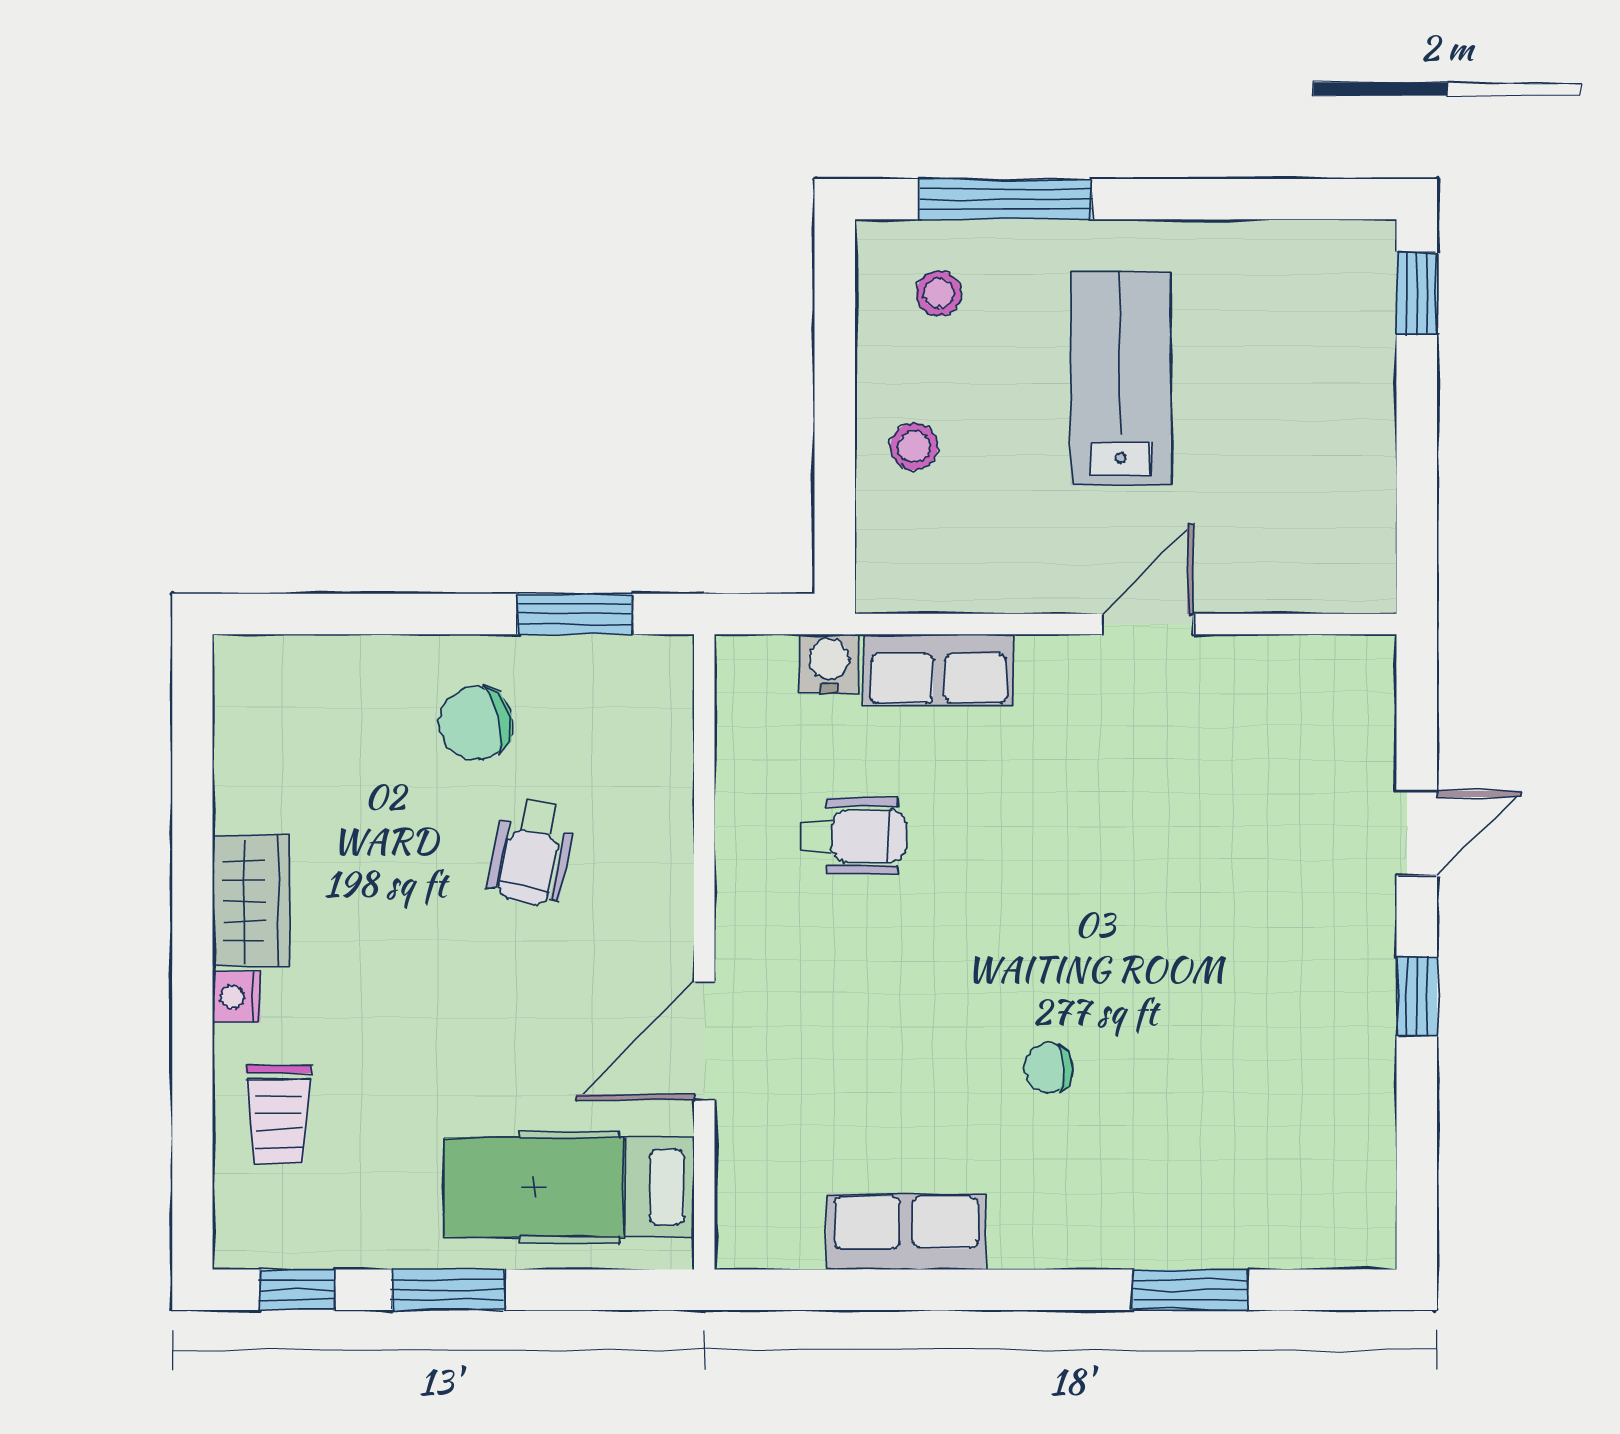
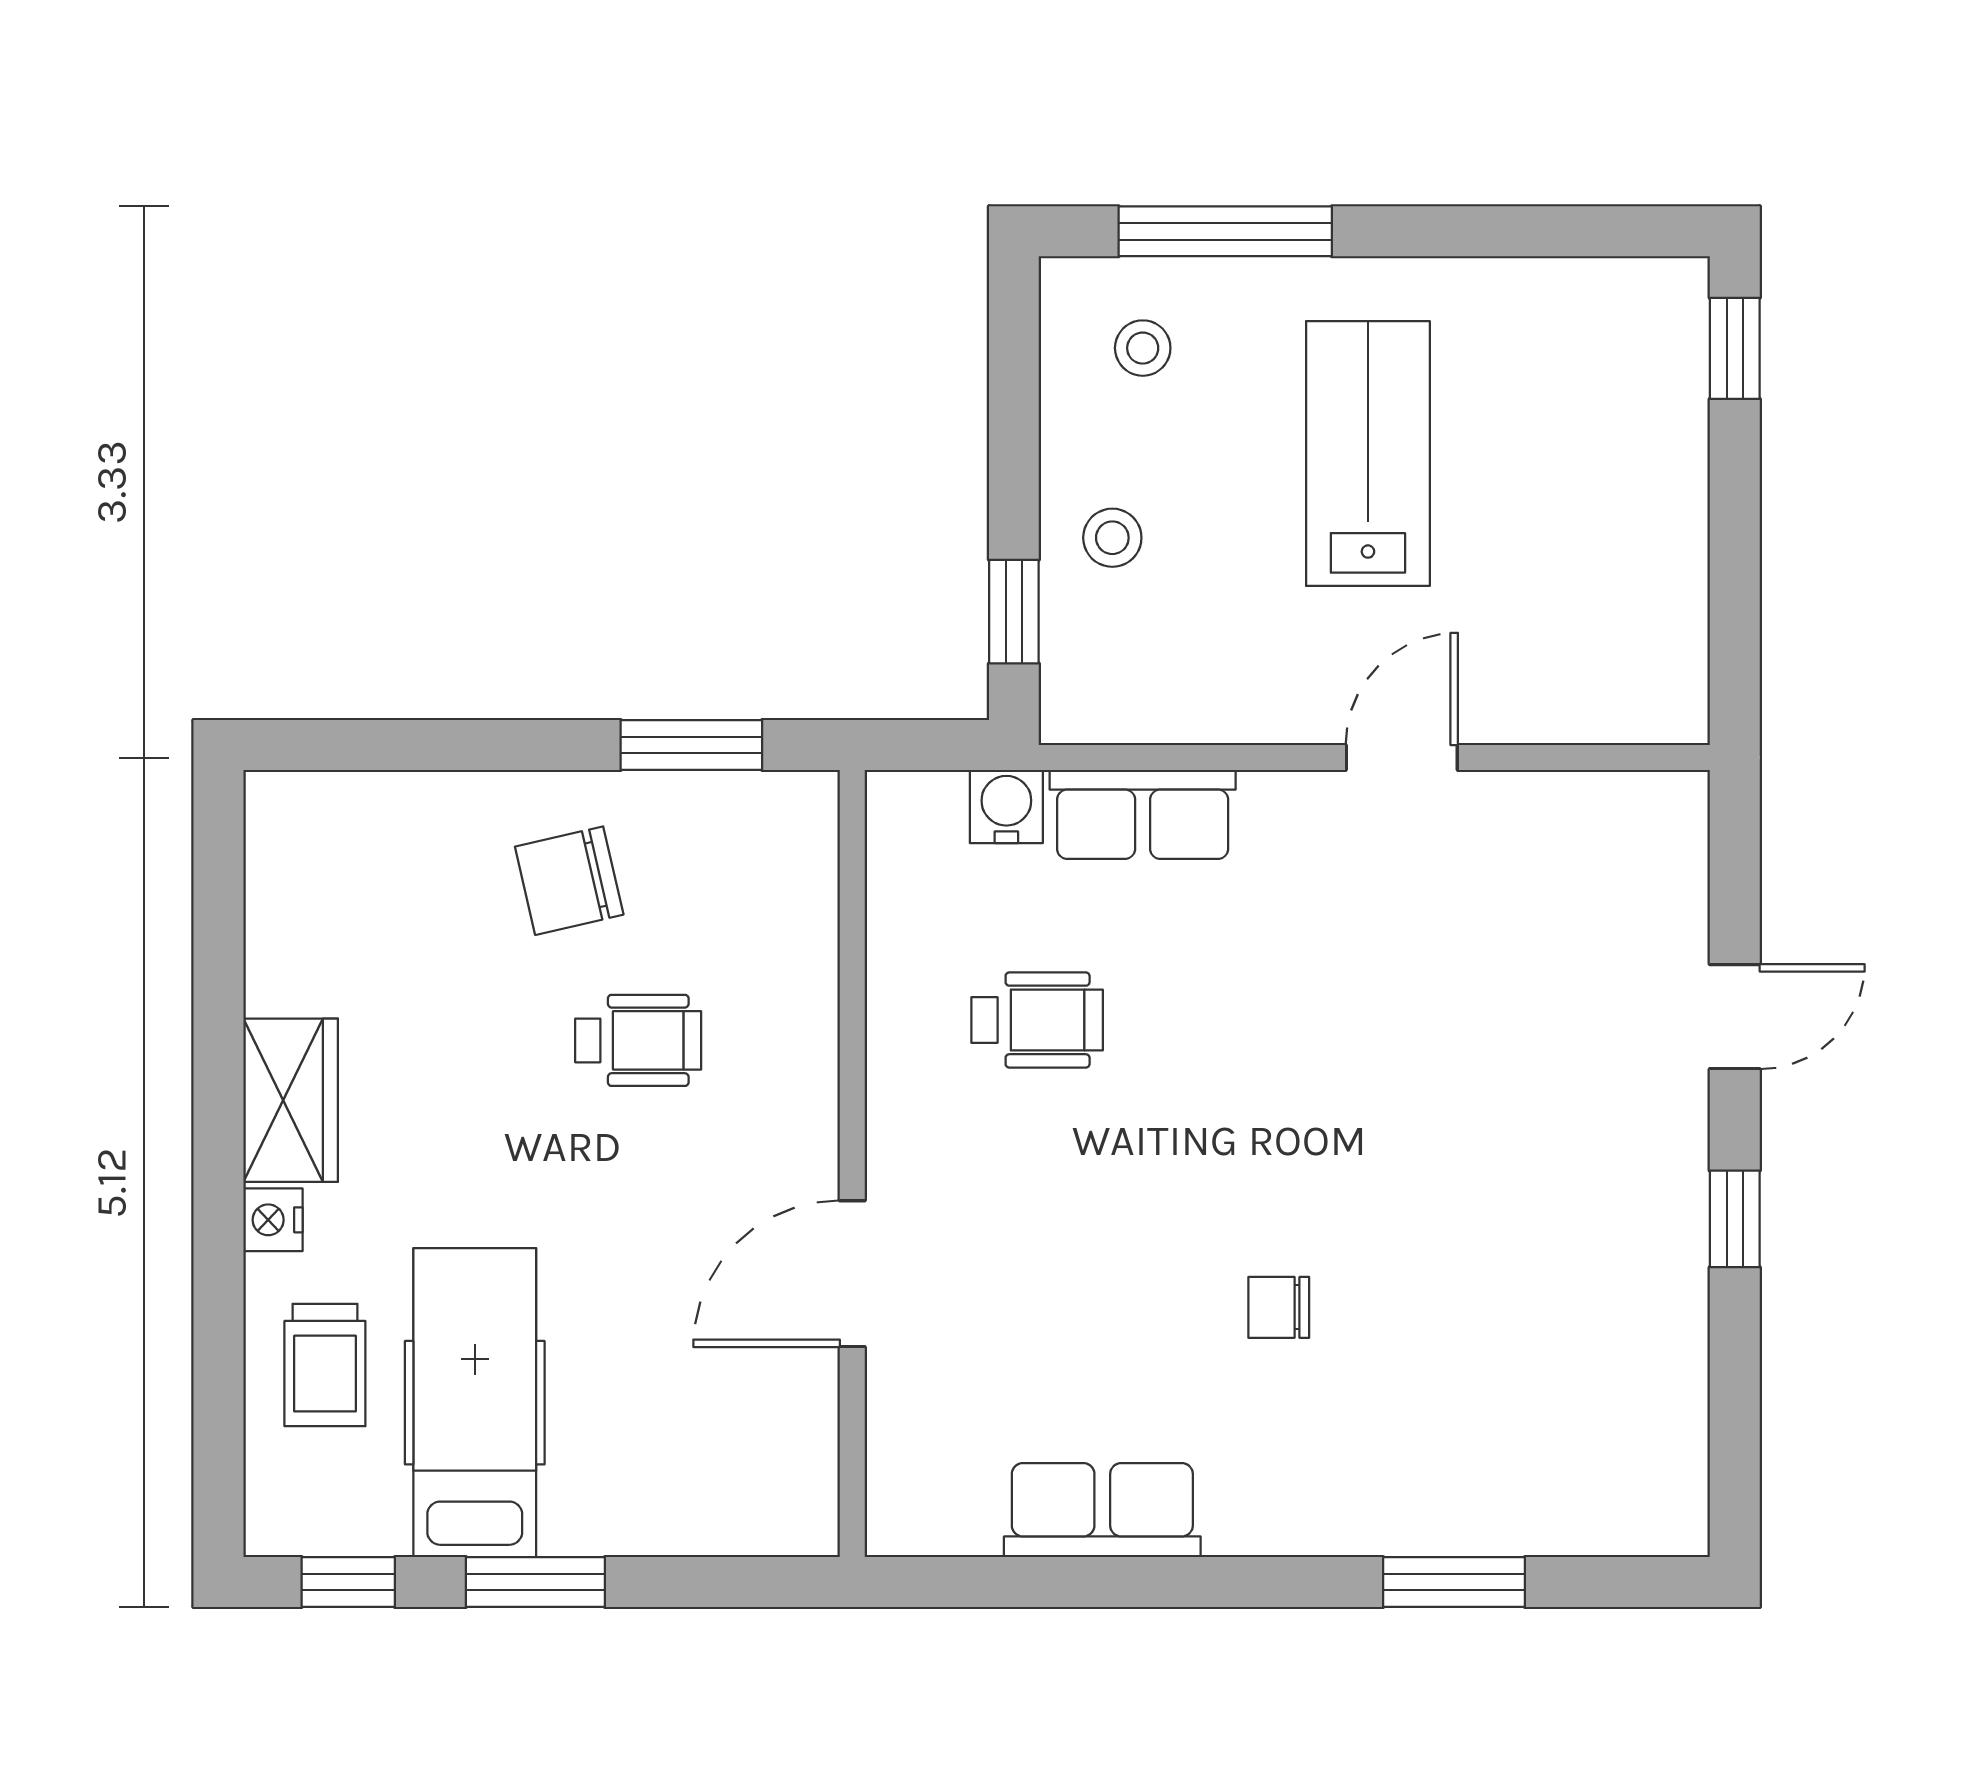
window: (835, 506) -> (1014, 612), added
wheelchair: (531, 852) -> (638, 1040), turned -102
hospital bed: (569, 1187) -> (475, 1403), moved, turned 90

